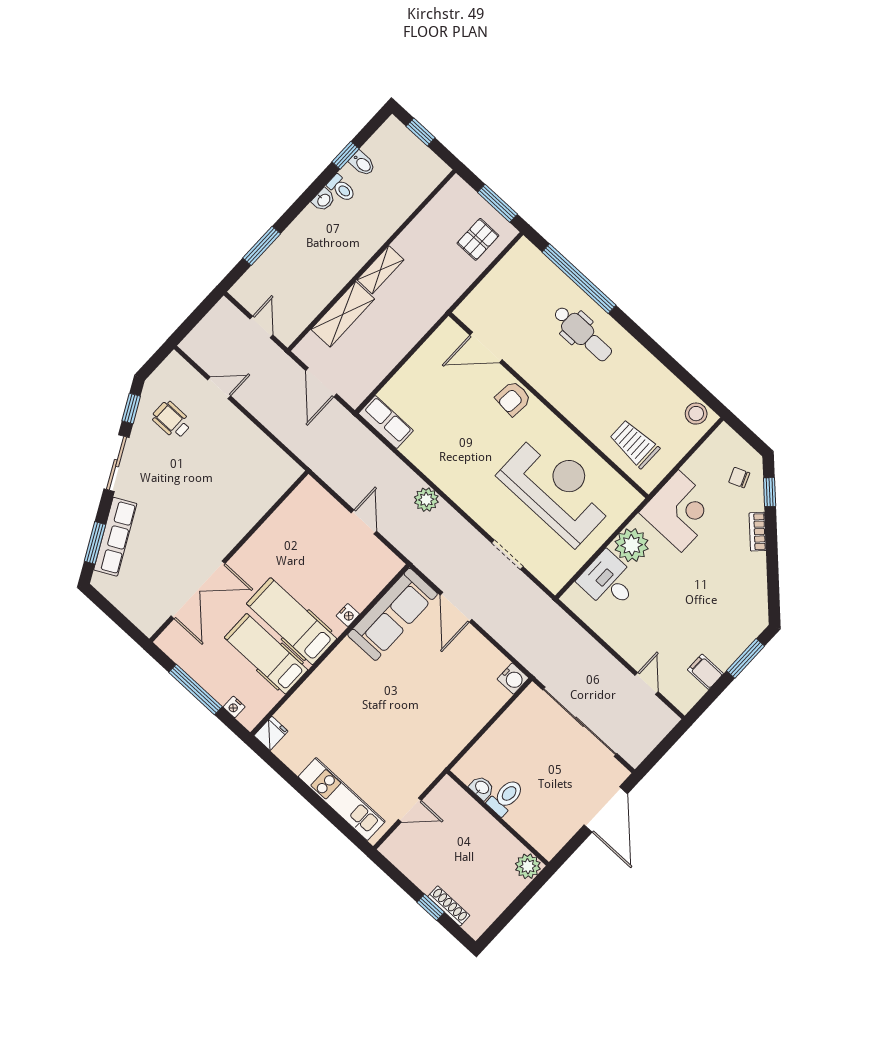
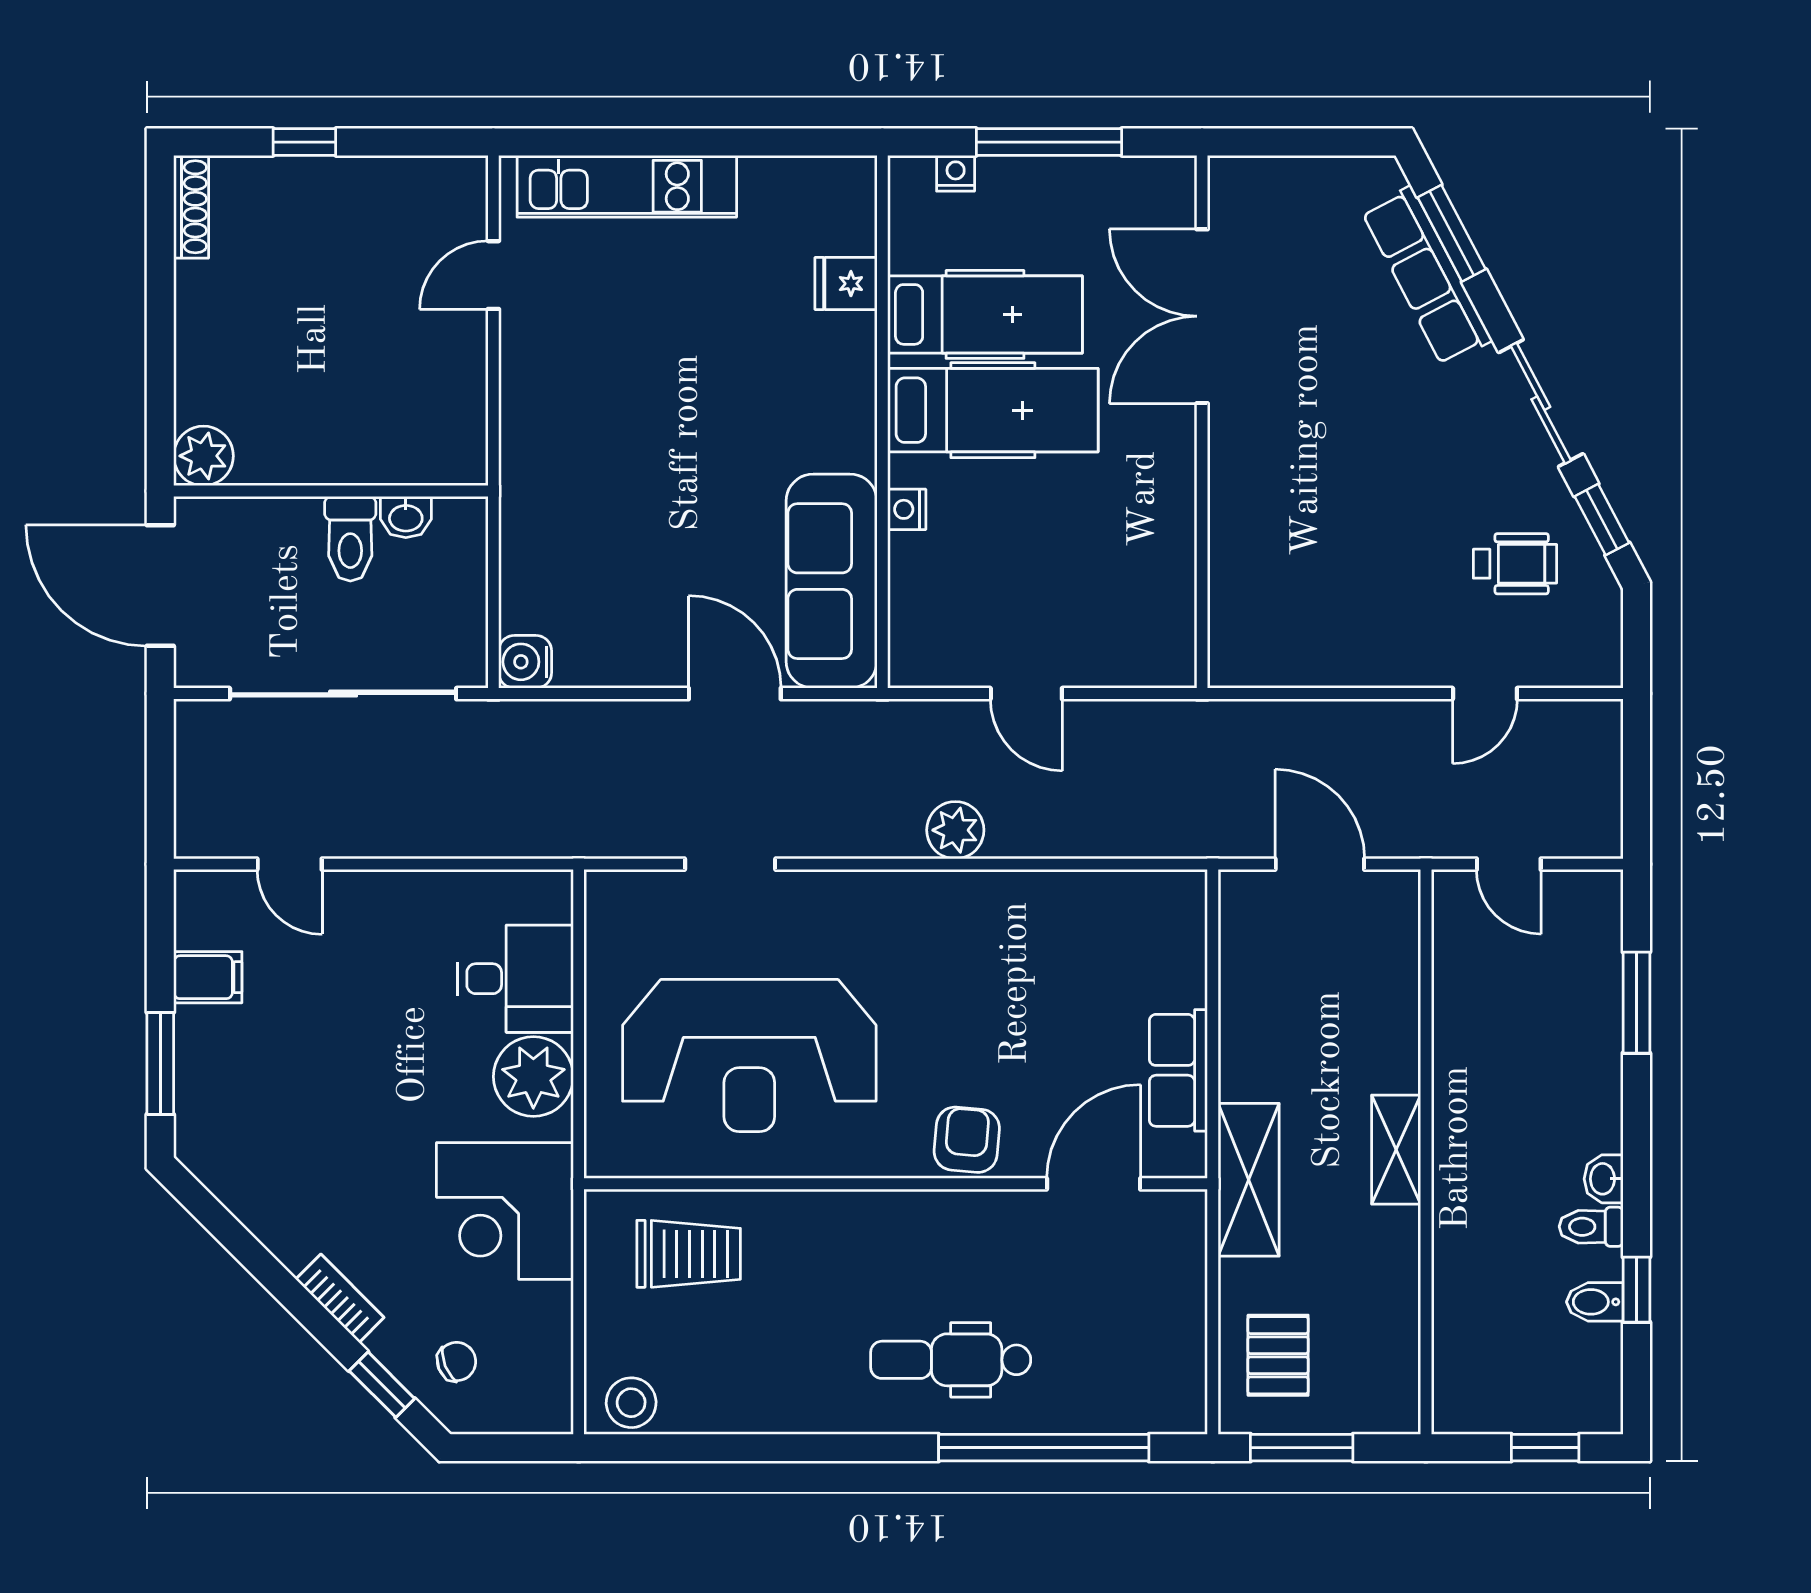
shelving: (343, 314) -> (1249, 1180), moved
row of seats: (386, 422) -> (1178, 1070), moved, turned 90
fridge: (271, 733) -> (846, 284), moved, turned 90
washbasin: (482, 788) -> (406, 517), moved
toilet: (506, 797) -> (350, 539), moved
wall: (498, 818) -> (331, 491), moved
plant: (528, 866) -> (203, 456), moved
shoe rack: (449, 906) -> (191, 207), moved, turned -90

